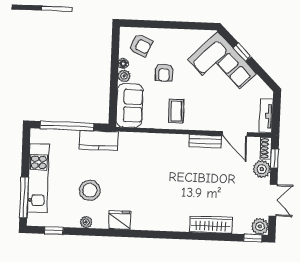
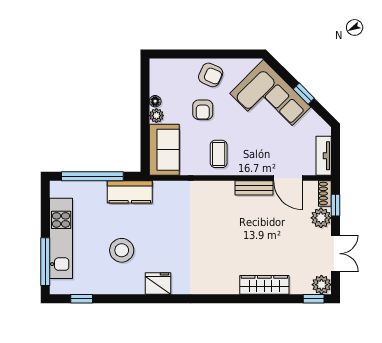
armchair: (141, 45) -> (211, 75), moved
window: (242, 52) -> (304, 94), moved
plant: (86, 222) -> (119, 287), removed

